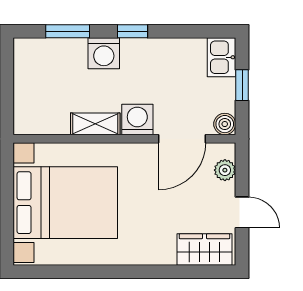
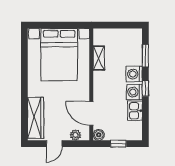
kitchen sink: (221, 57) -> (135, 111), moved, turned -90
washing machine: (137, 119) -> (134, 92), moved, turned 180
shelving: (95, 124) -> (99, 58), moved
wardrobe: (204, 250) -> (36, 118), width x1.50

